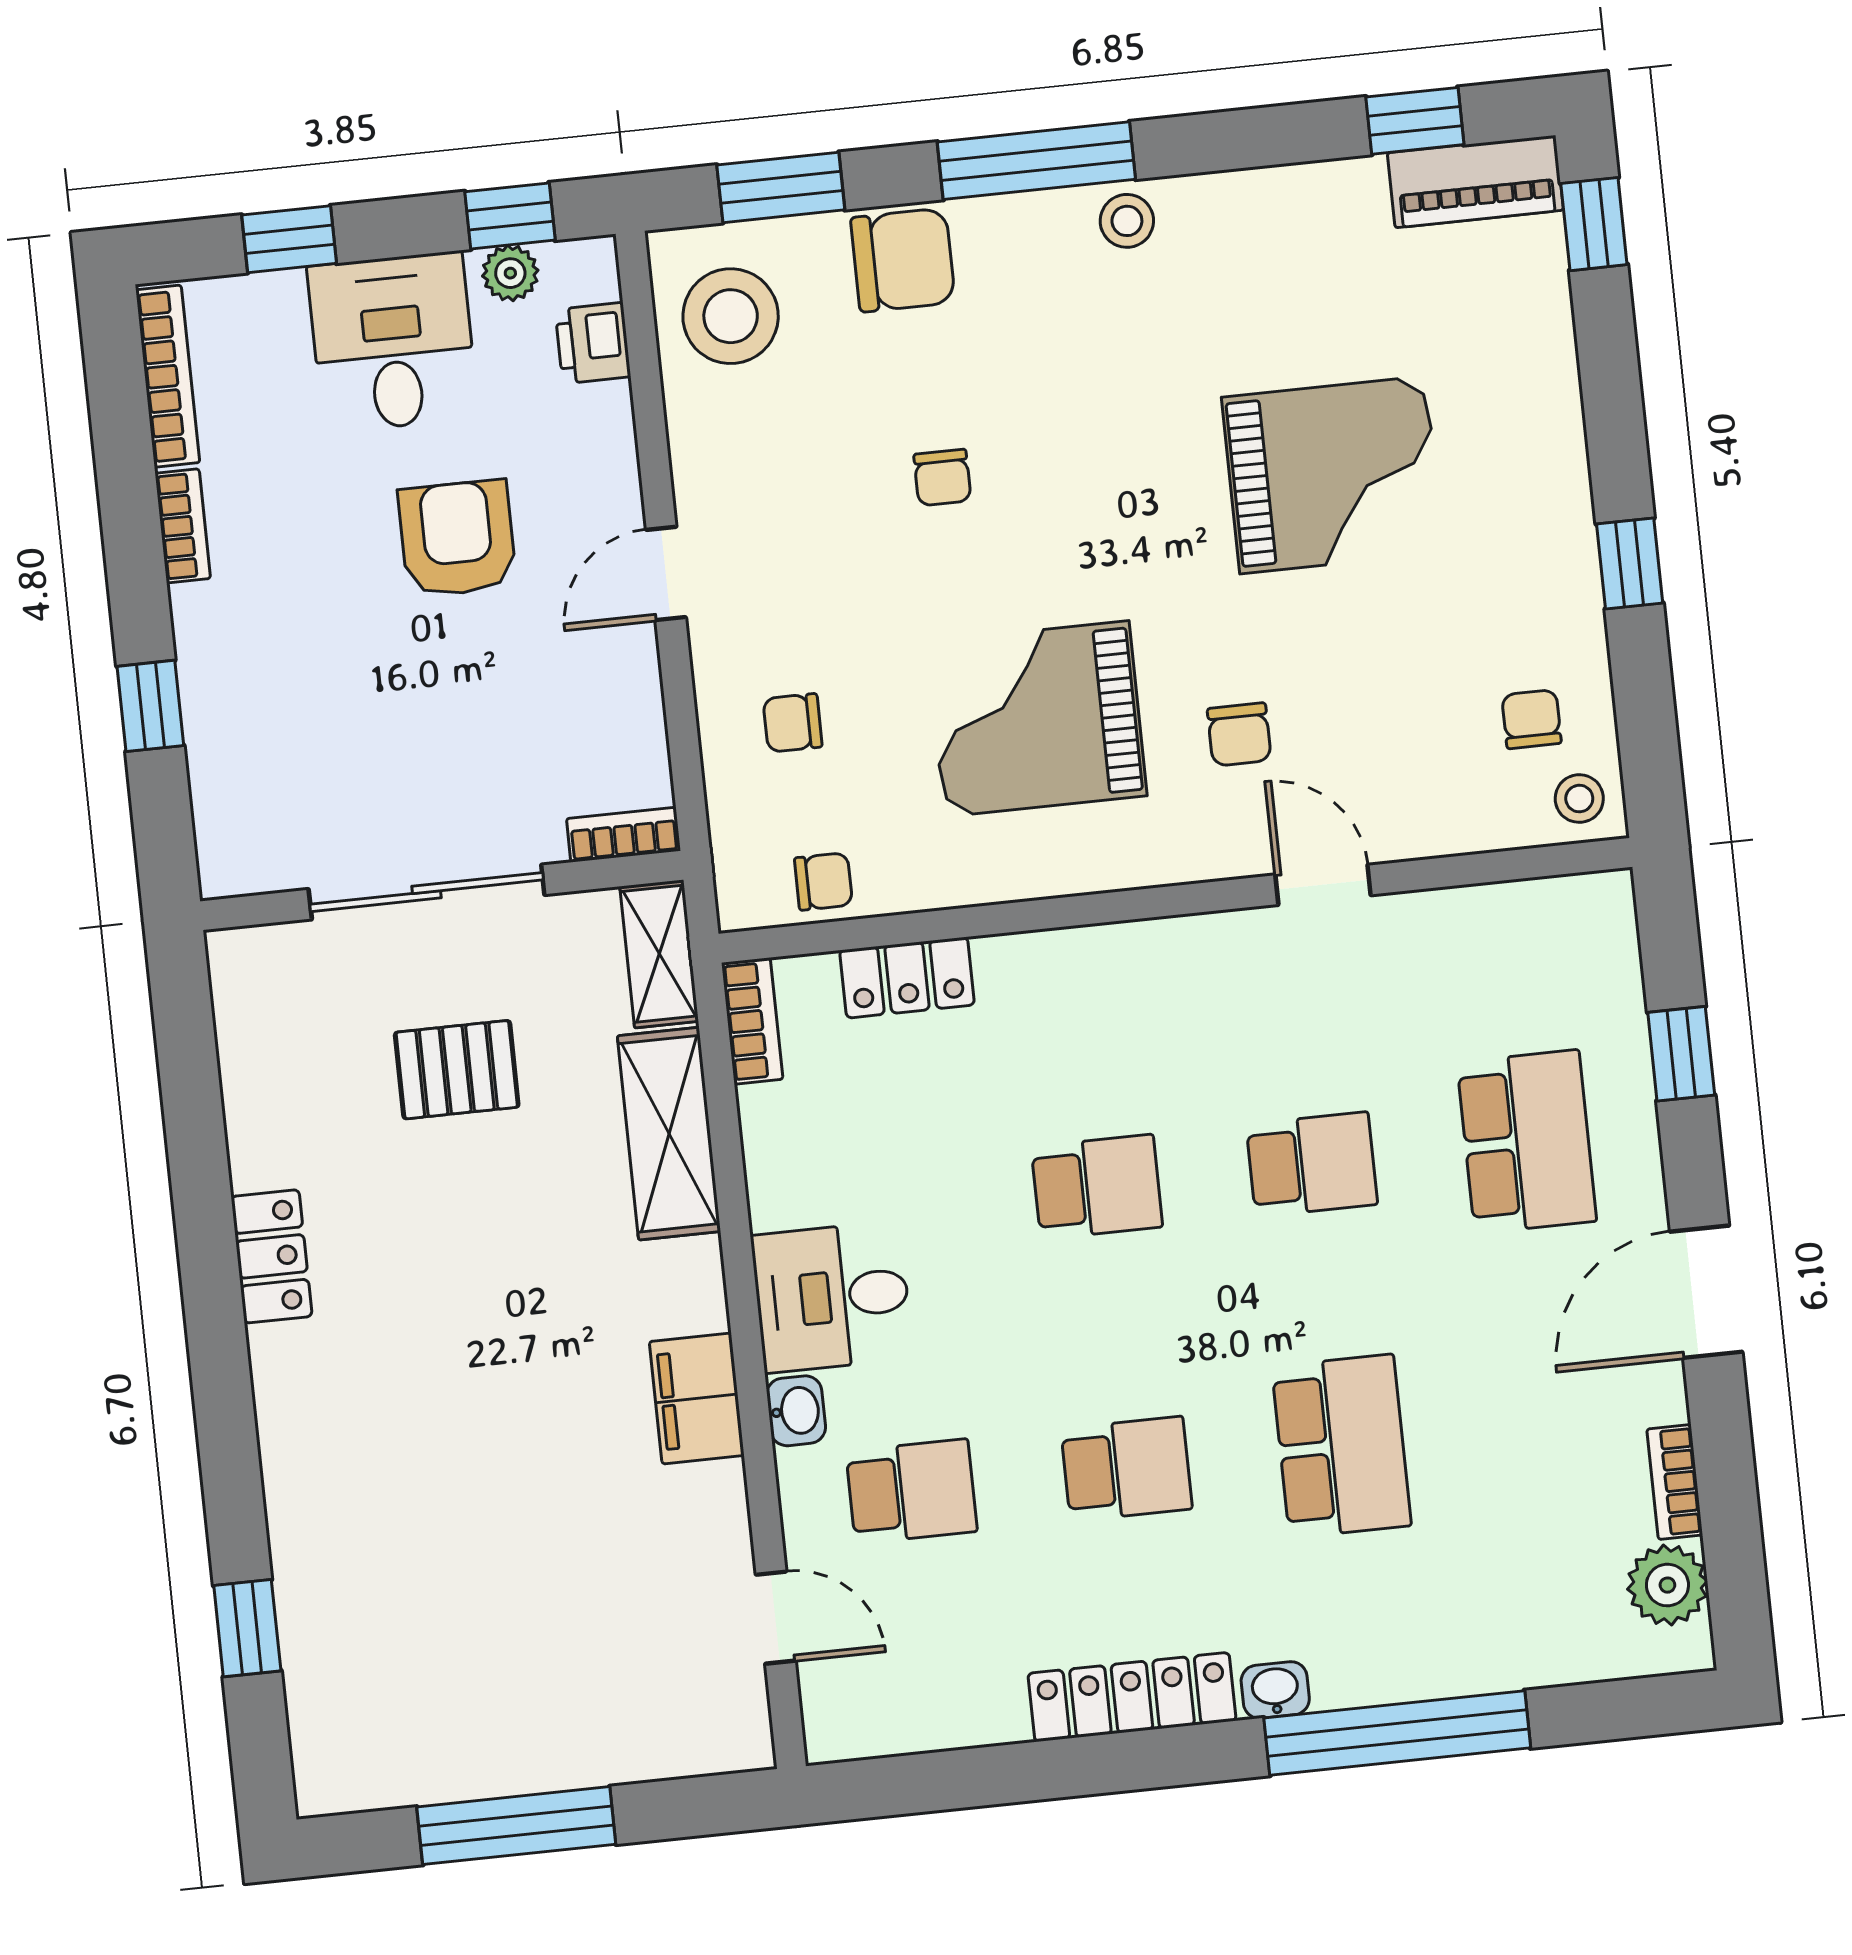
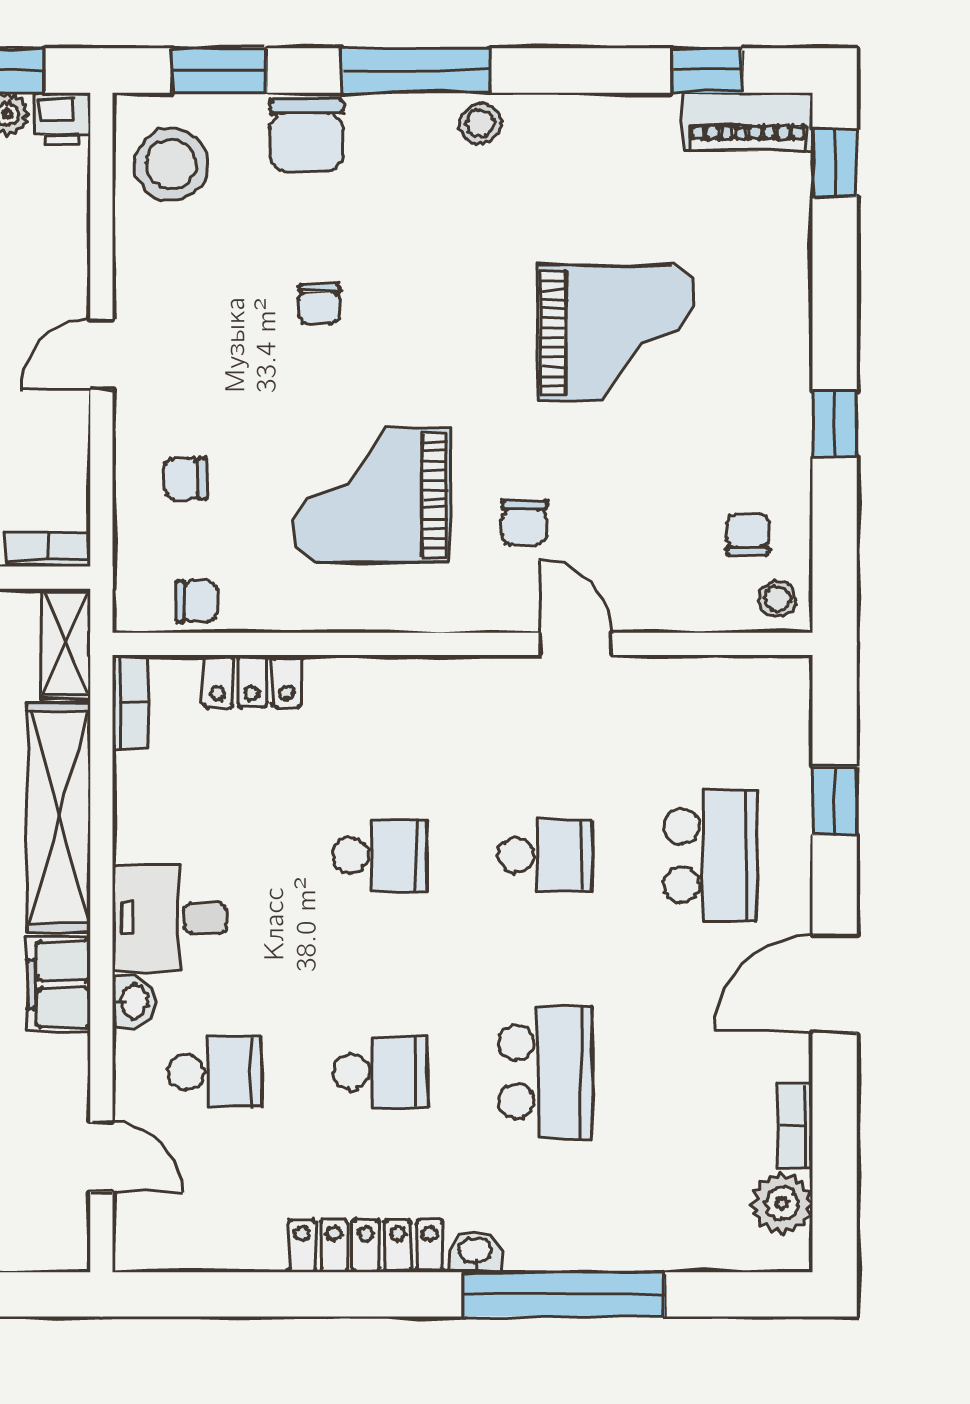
chair: (903, 260) -> (307, 135), turned 90
printer: (593, 343) -> (62, 119), moved, turned -90
shelving: (669, 1134) -> (59, 817), width x1.47

